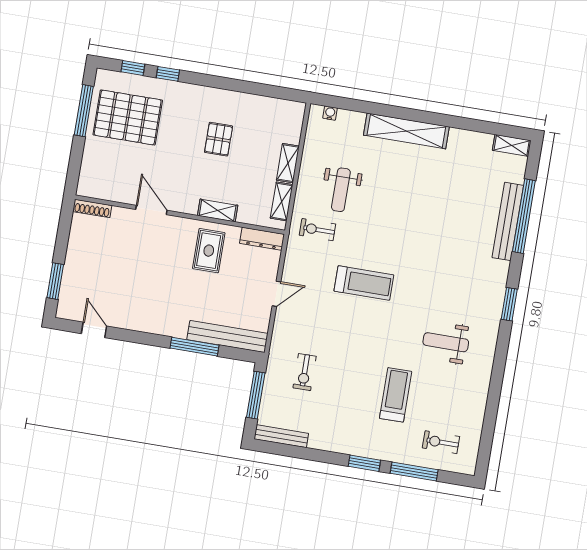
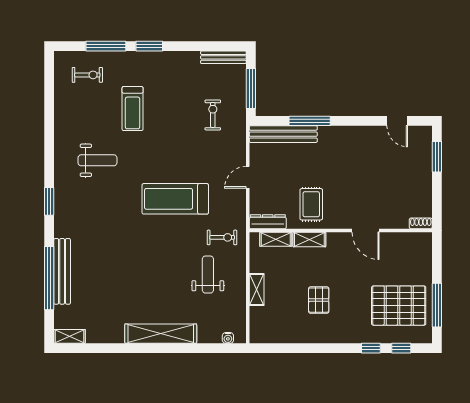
shelving: (282, 201) -> (276, 239), moved, turned 90
shoe rack: (92, 208) -> (421, 223), width x0.70
treadmill: (364, 283) -> (175, 199), width x1.37, depth x1.38

